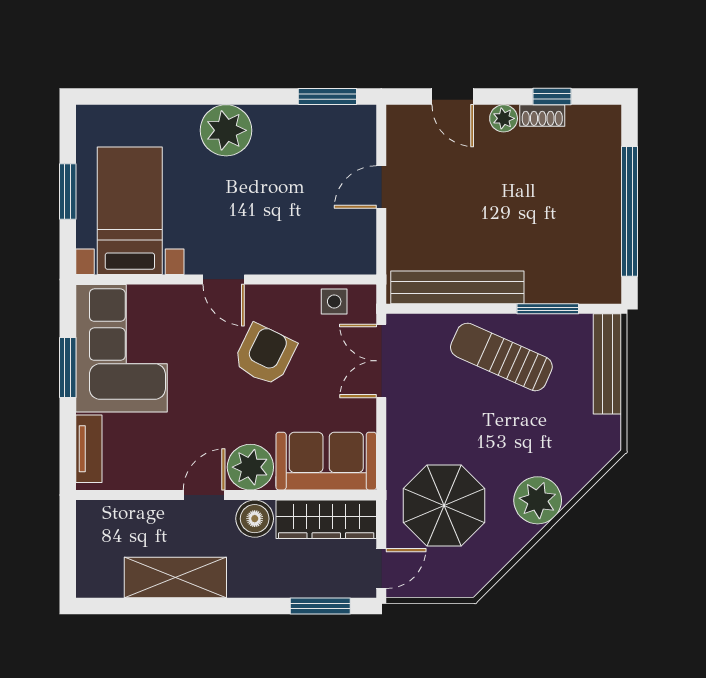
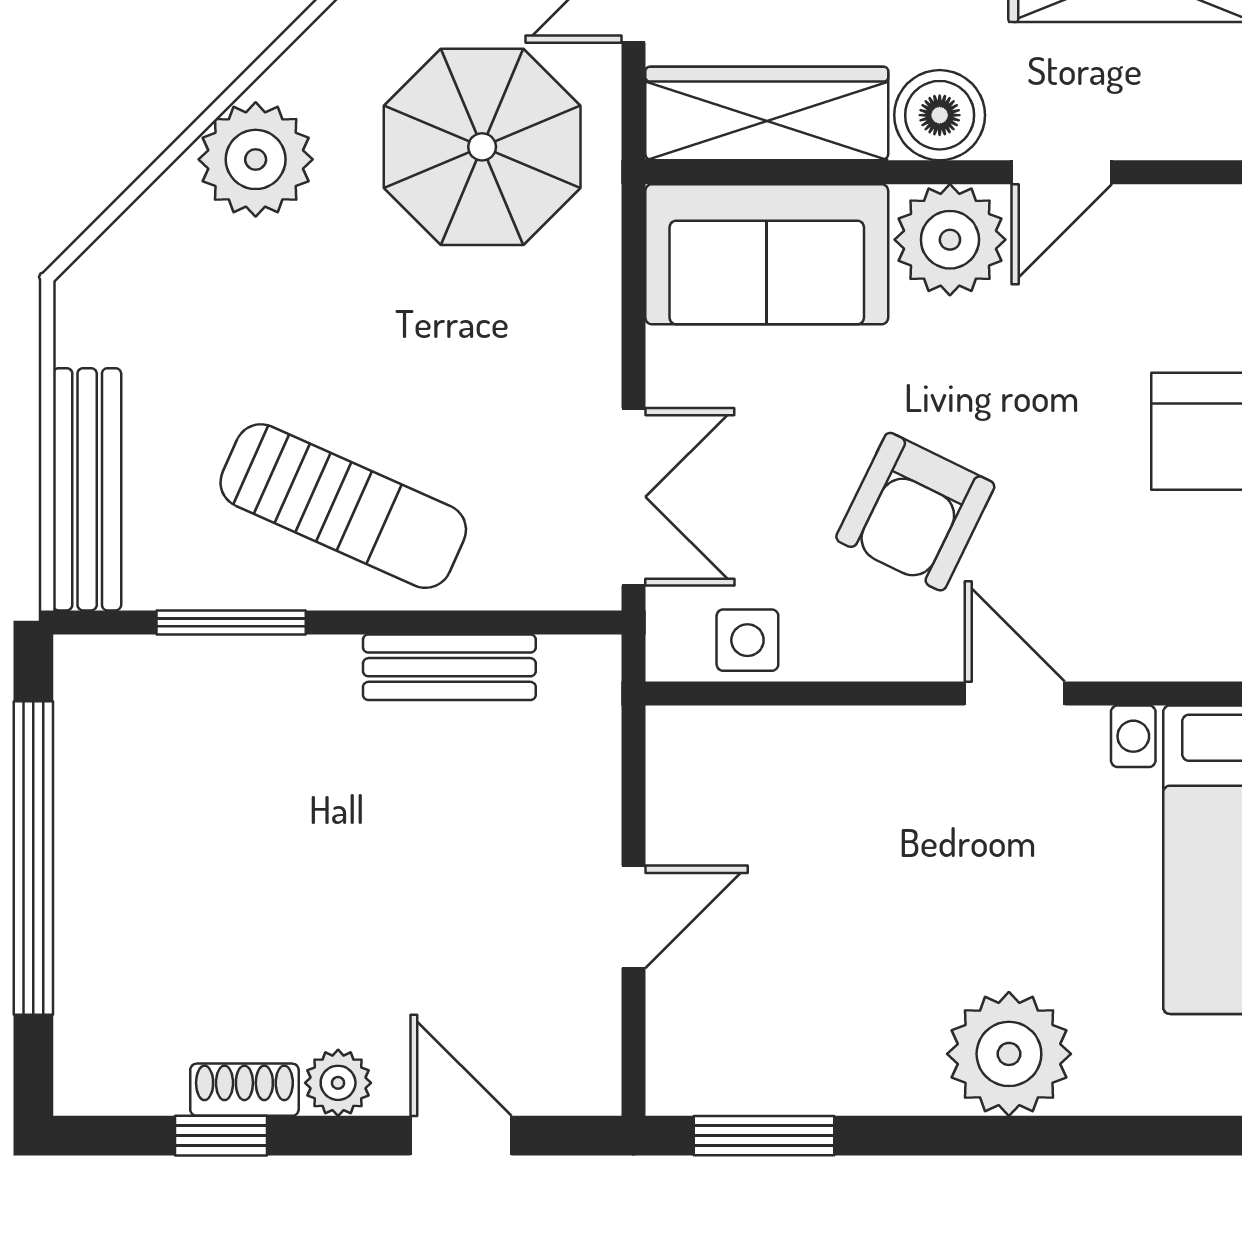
bench: (457, 287) -> (449, 667), width x0.54, depth x0.82

